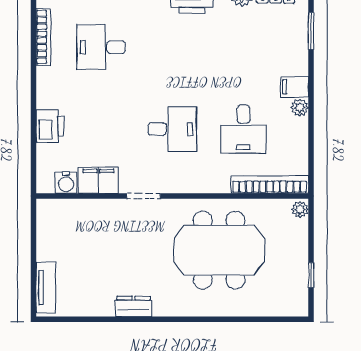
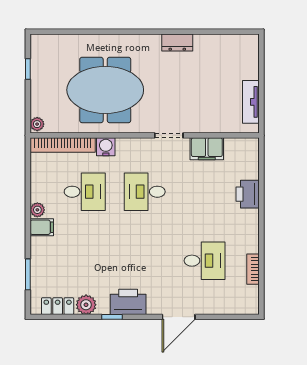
bookcase: (43, 37) -> (253, 269), width x0.64
desk: (244, 129) -> (85, 192), turned 90
water cooler: (66, 183) -> (106, 147), moved
tv unit: (46, 288) -> (251, 102), moved

